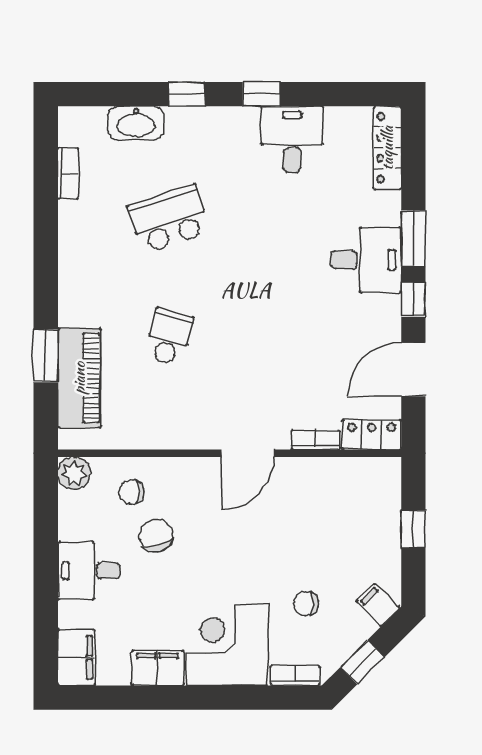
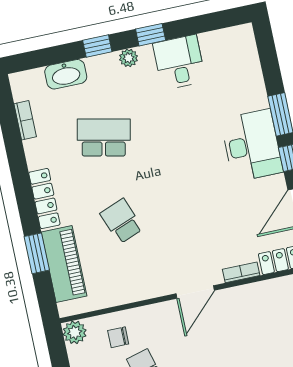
plant: (225, 119) -> (129, 58), added
locker: (387, 148) -> (44, 199), moved, turned 180
school desk: (169, 219) -> (104, 137), turned 30
desk: (366, 260) -> (252, 145), width x1.37
school desk: (169, 337) -> (121, 221), turned -36

